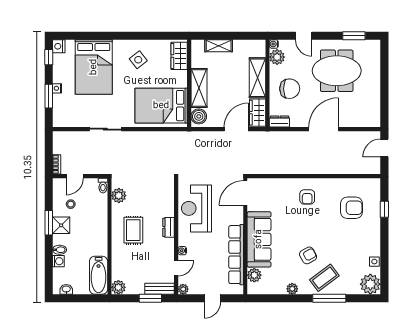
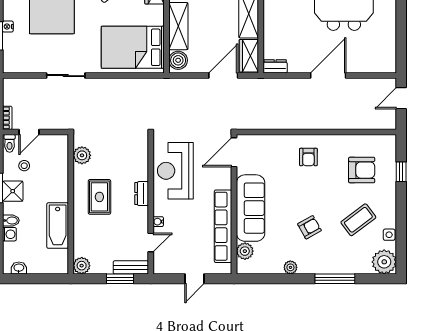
chair: (290, 89) -> (287, 27), removed
toilet: (103, 186) -> (10, 143), moved
bathtub: (99, 275) -> (58, 226), moved
coffee table: (324, 278) -> (358, 220), moved
plant: (183, 289) -> (159, 268), removed

